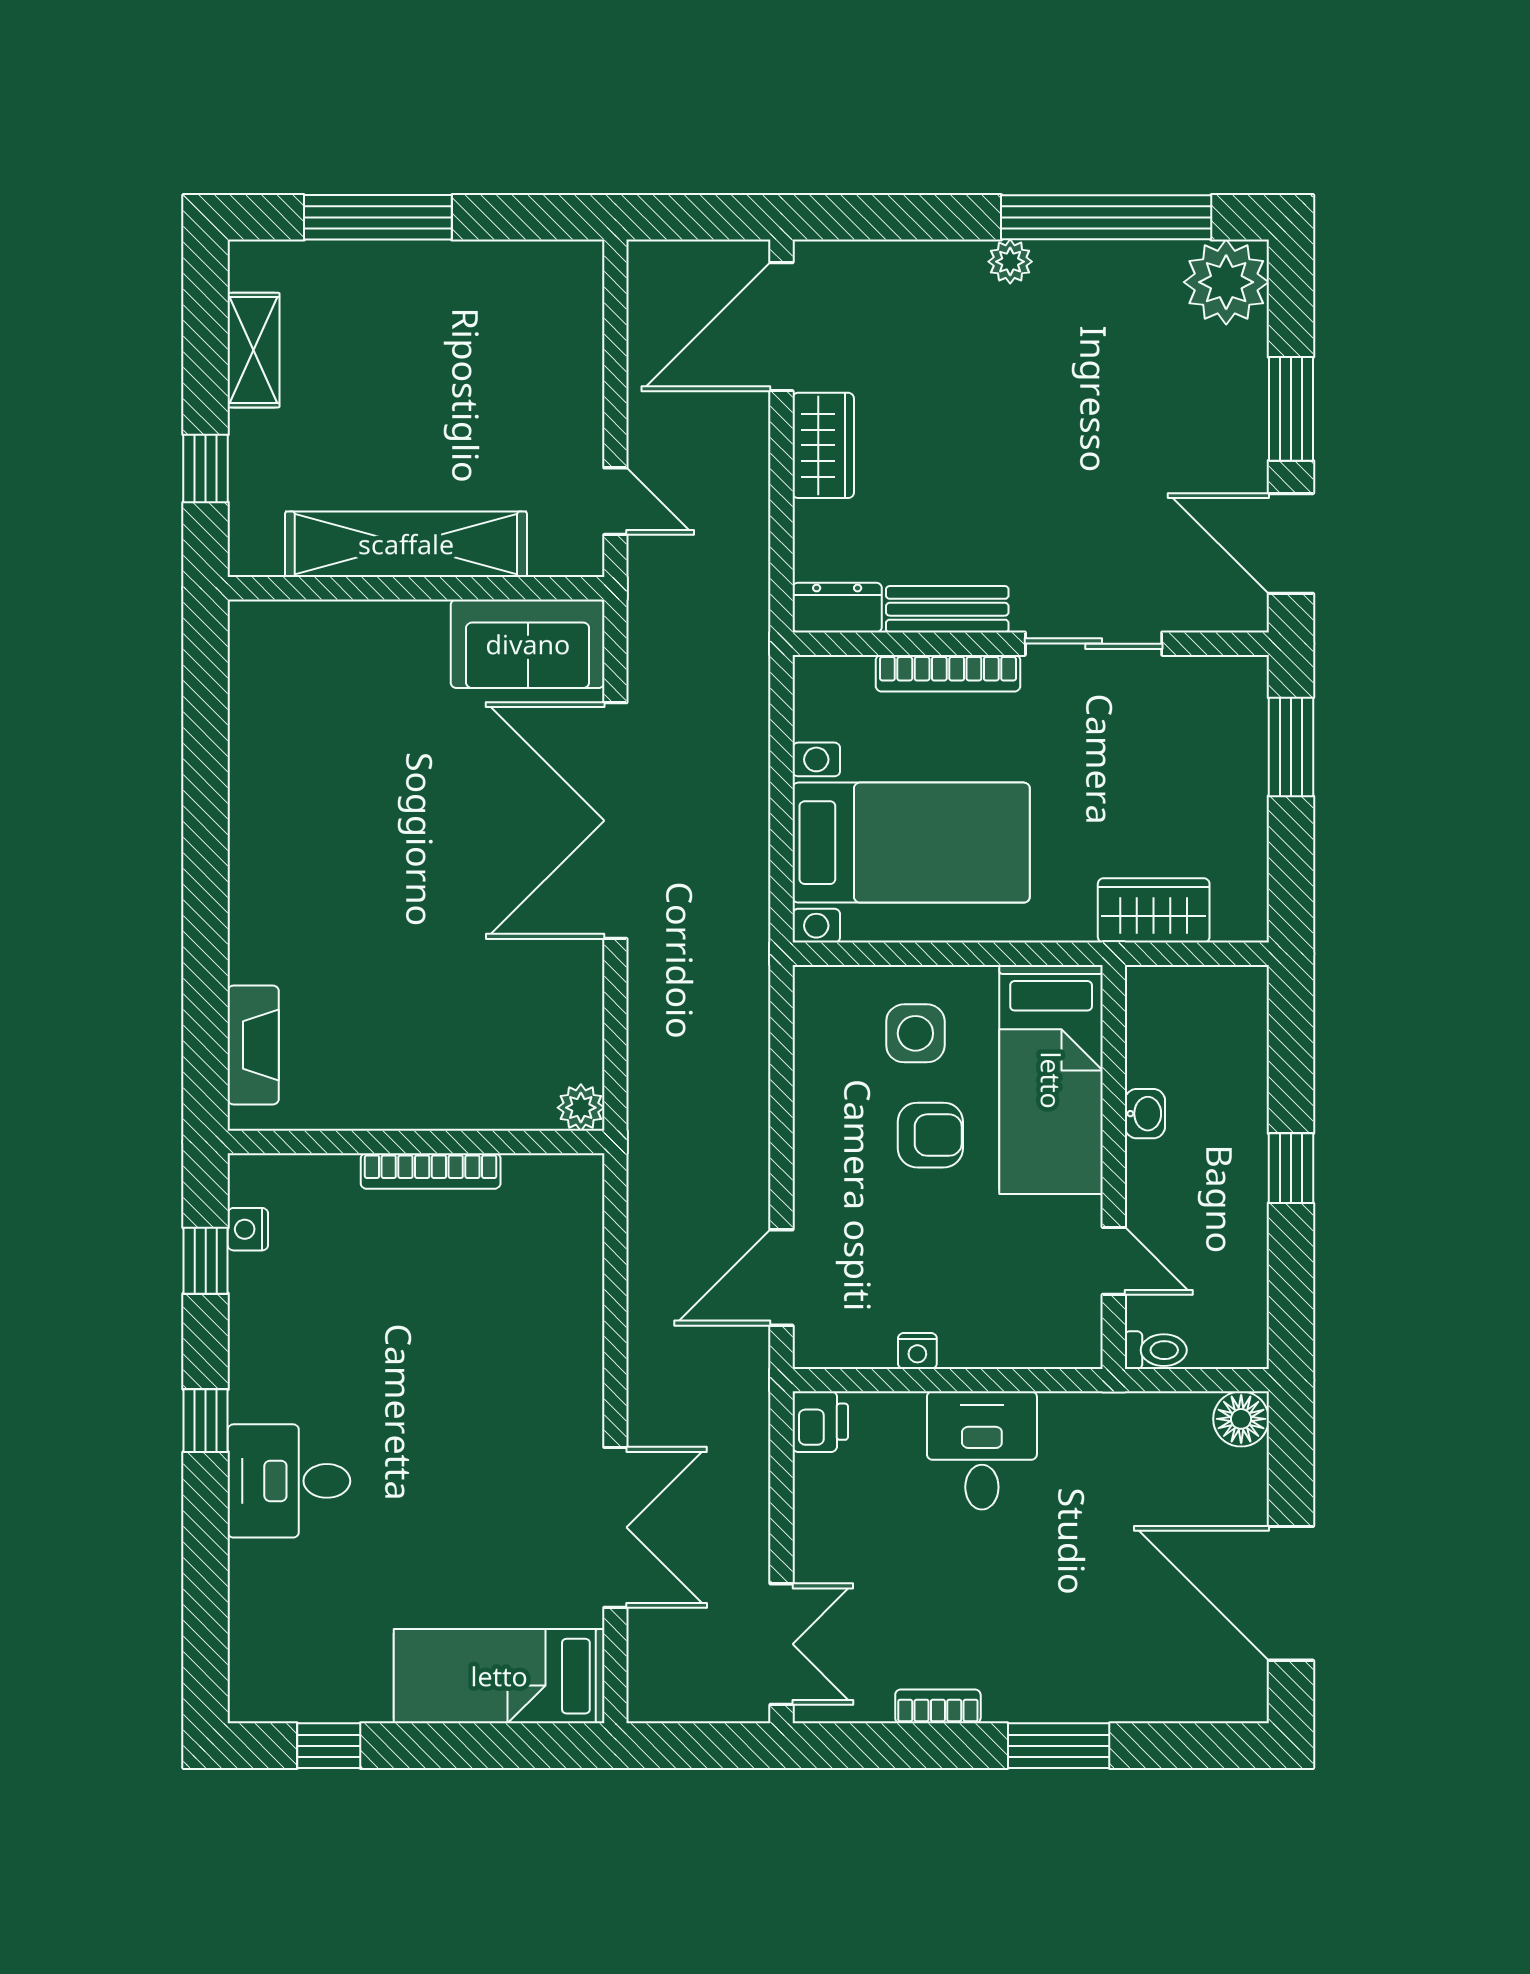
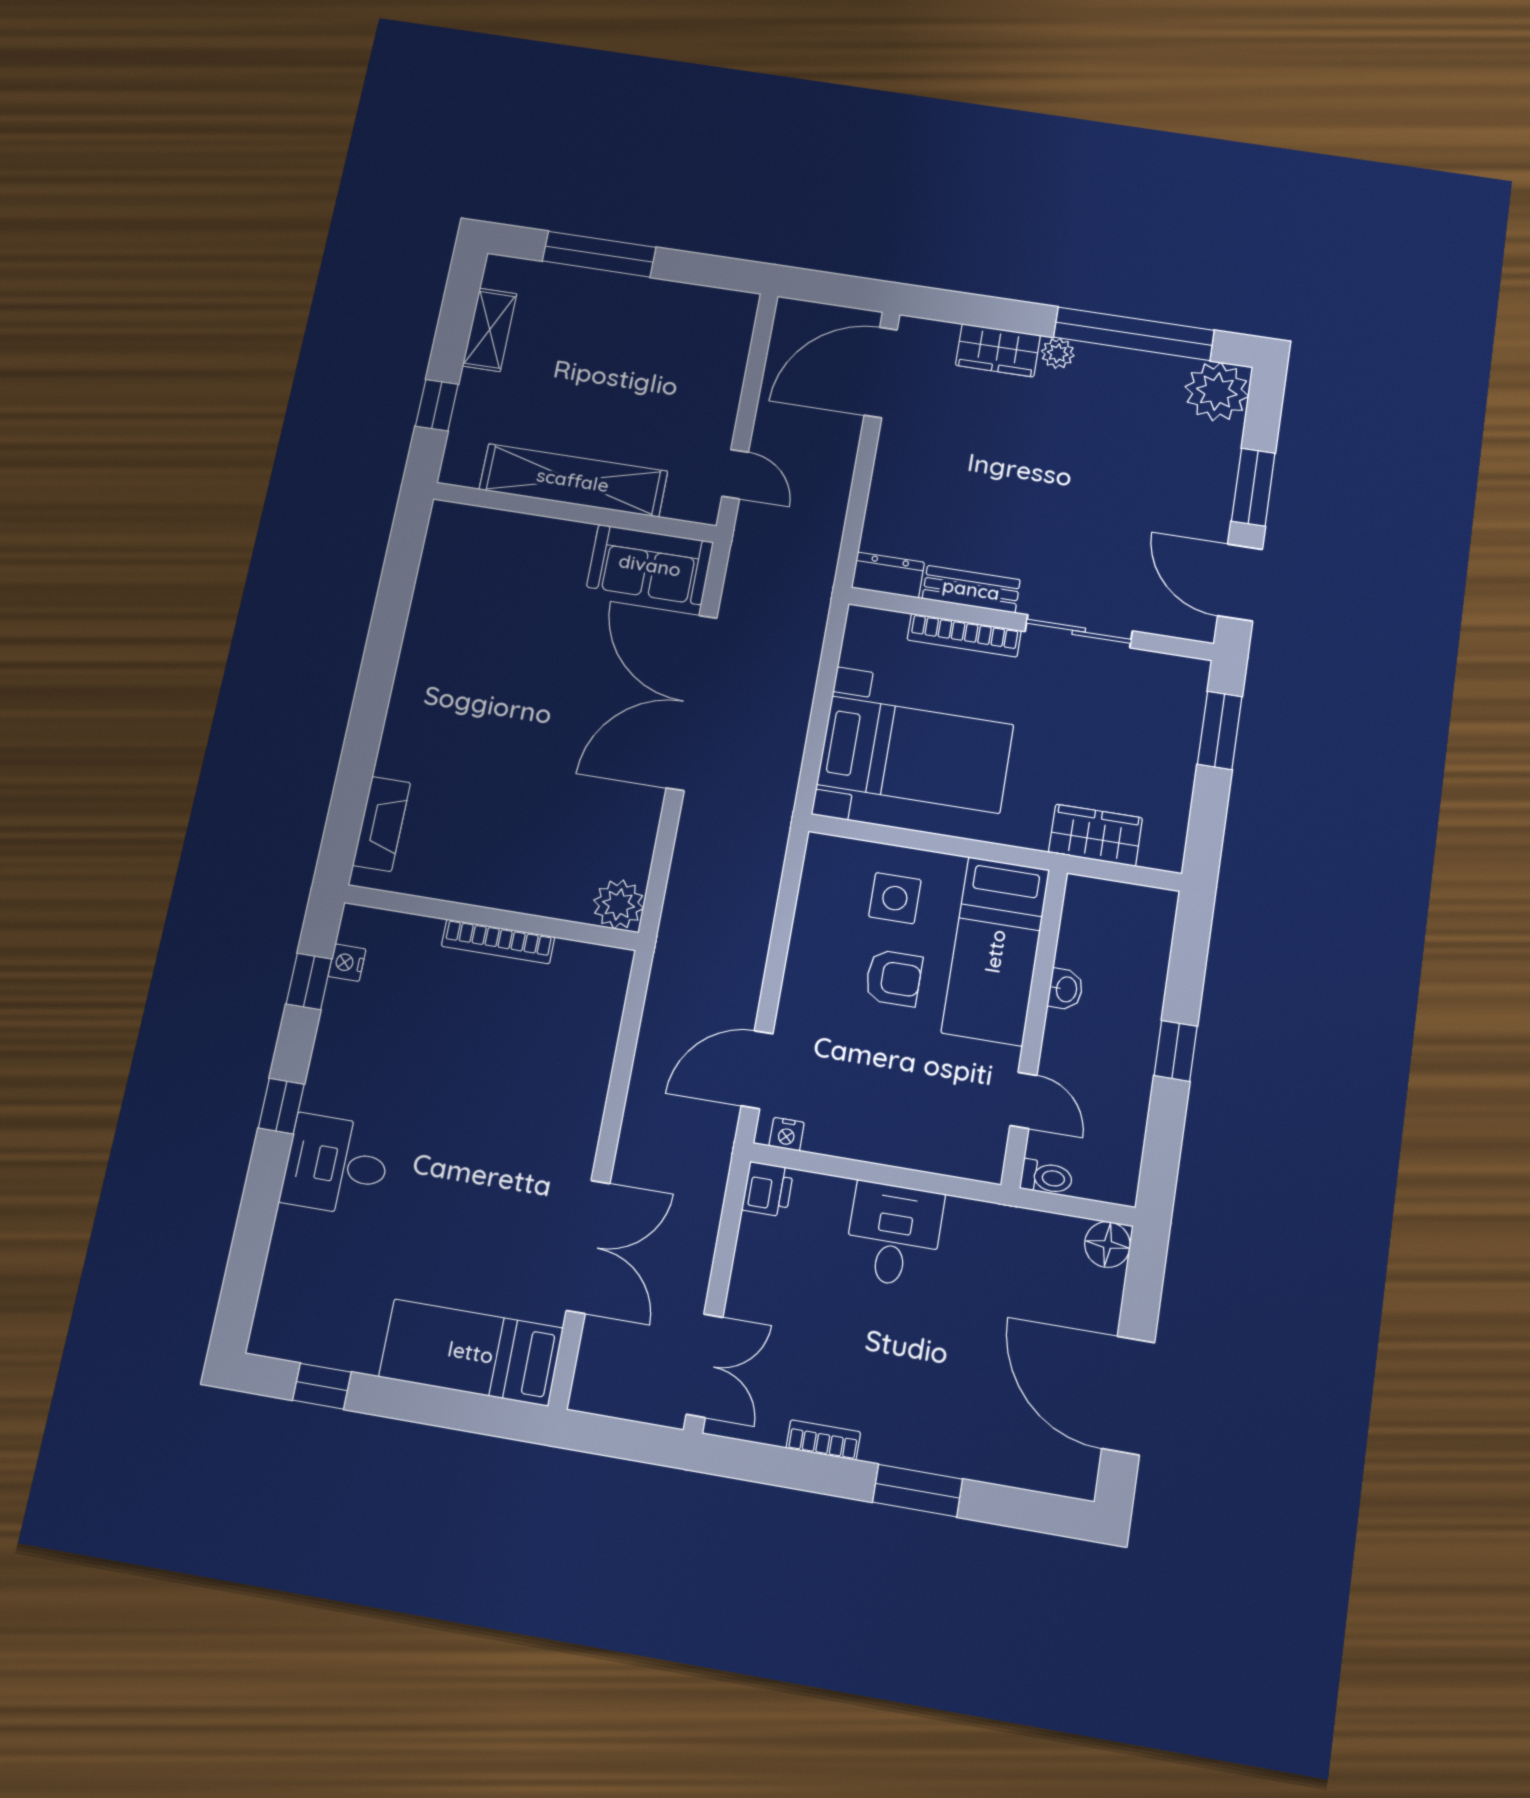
wardrobe: (823, 445) -> (998, 350), moved, turned 90
plant: (581, 1108) -> (619, 904), width x1.38, depth x1.38
nightstand: (917, 1351) -> (787, 1134), moved

